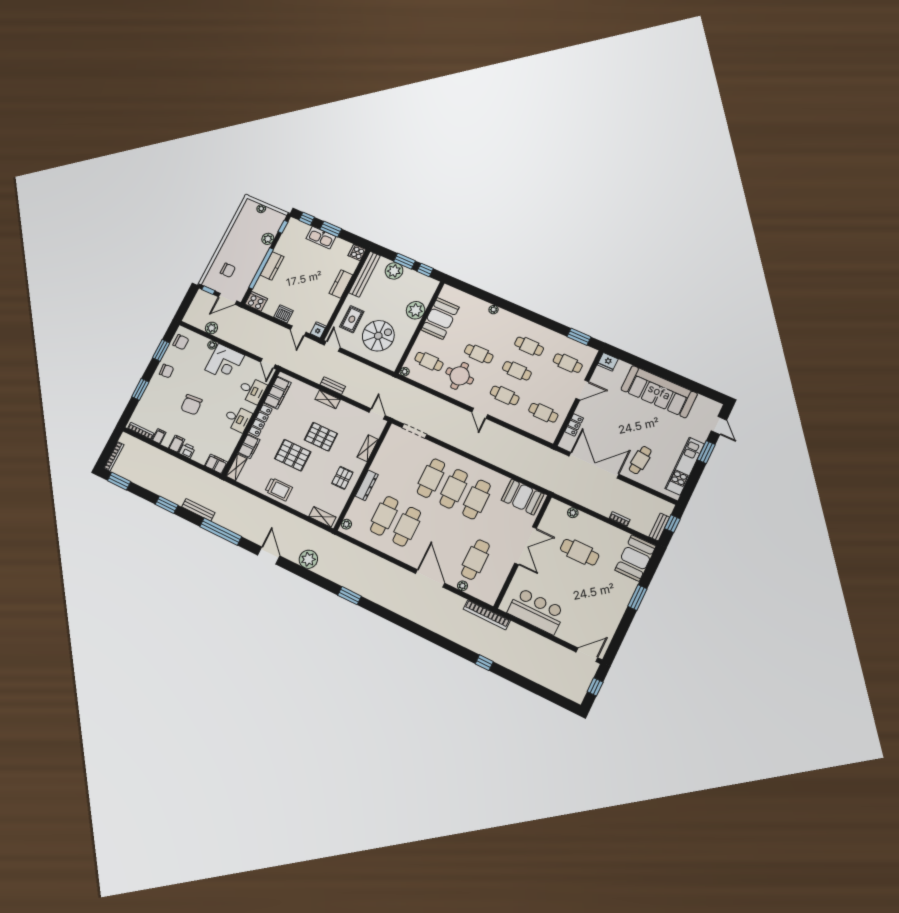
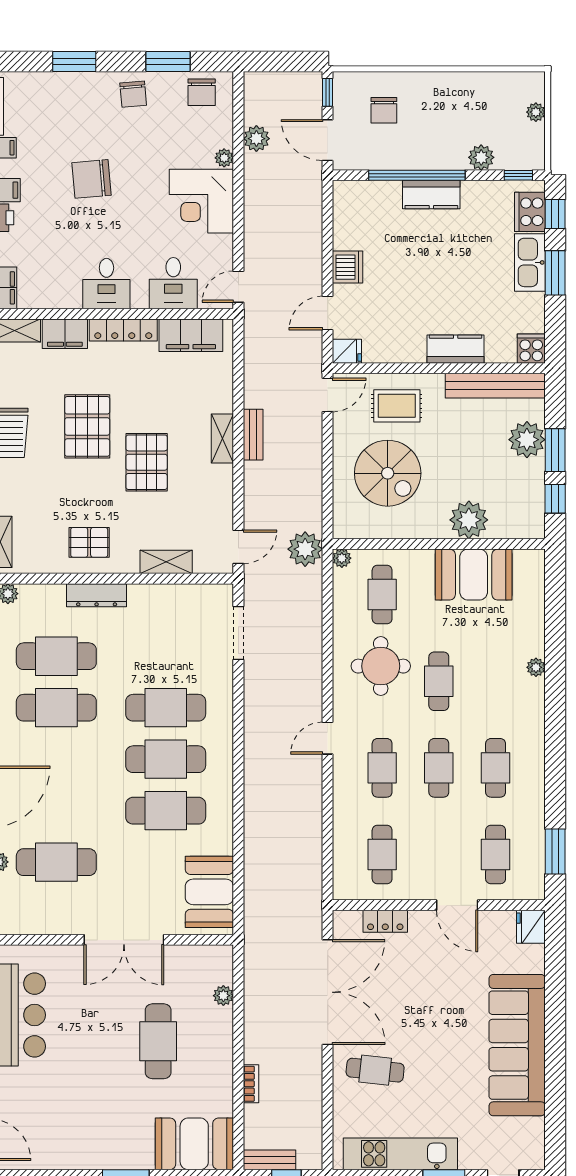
cooker: (256, 301) -> (530, 212), moved, turned 180
plant: (393, 386) -> (305, 549), added

